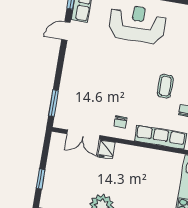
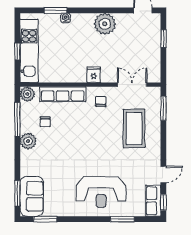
coffee table: (165, 86) -> (134, 129), moved, width x1.86, depth x1.72
fridge: (107, 150) -> (94, 75), moved

